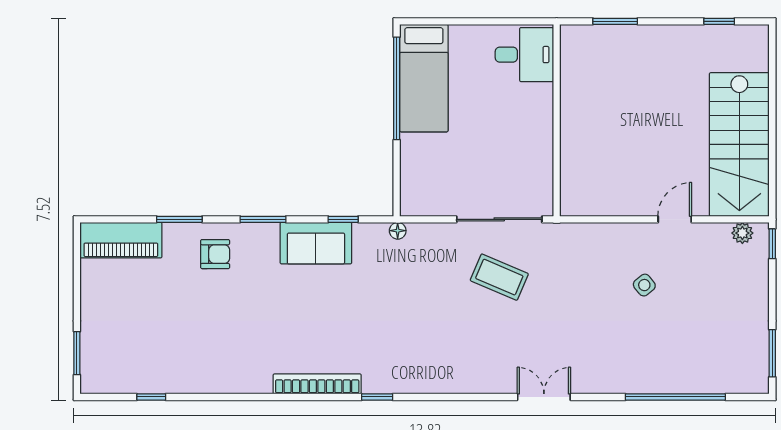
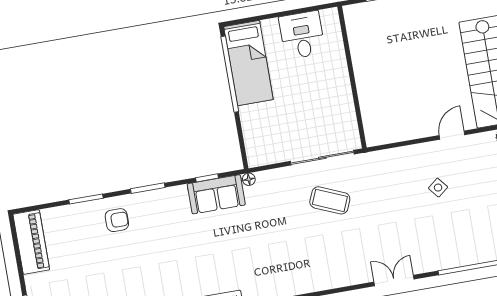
desk: (524, 55) -> (302, 35), moved, turned -90
piano: (121, 240) -> (31, 242), moved, turned -90
sofa: (316, 243) -> (216, 194), moved
double door: (544, 397) -> (394, 281), moved

